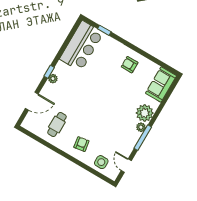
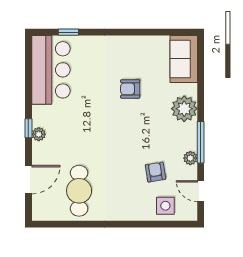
armchair: (130, 65) -> (130, 89), moved
cafe table: (57, 124) -> (79, 191), width x1.37, depth x1.35
plant: (141, 127) -> (190, 158), moved
armchair: (81, 144) -> (155, 172), moved

